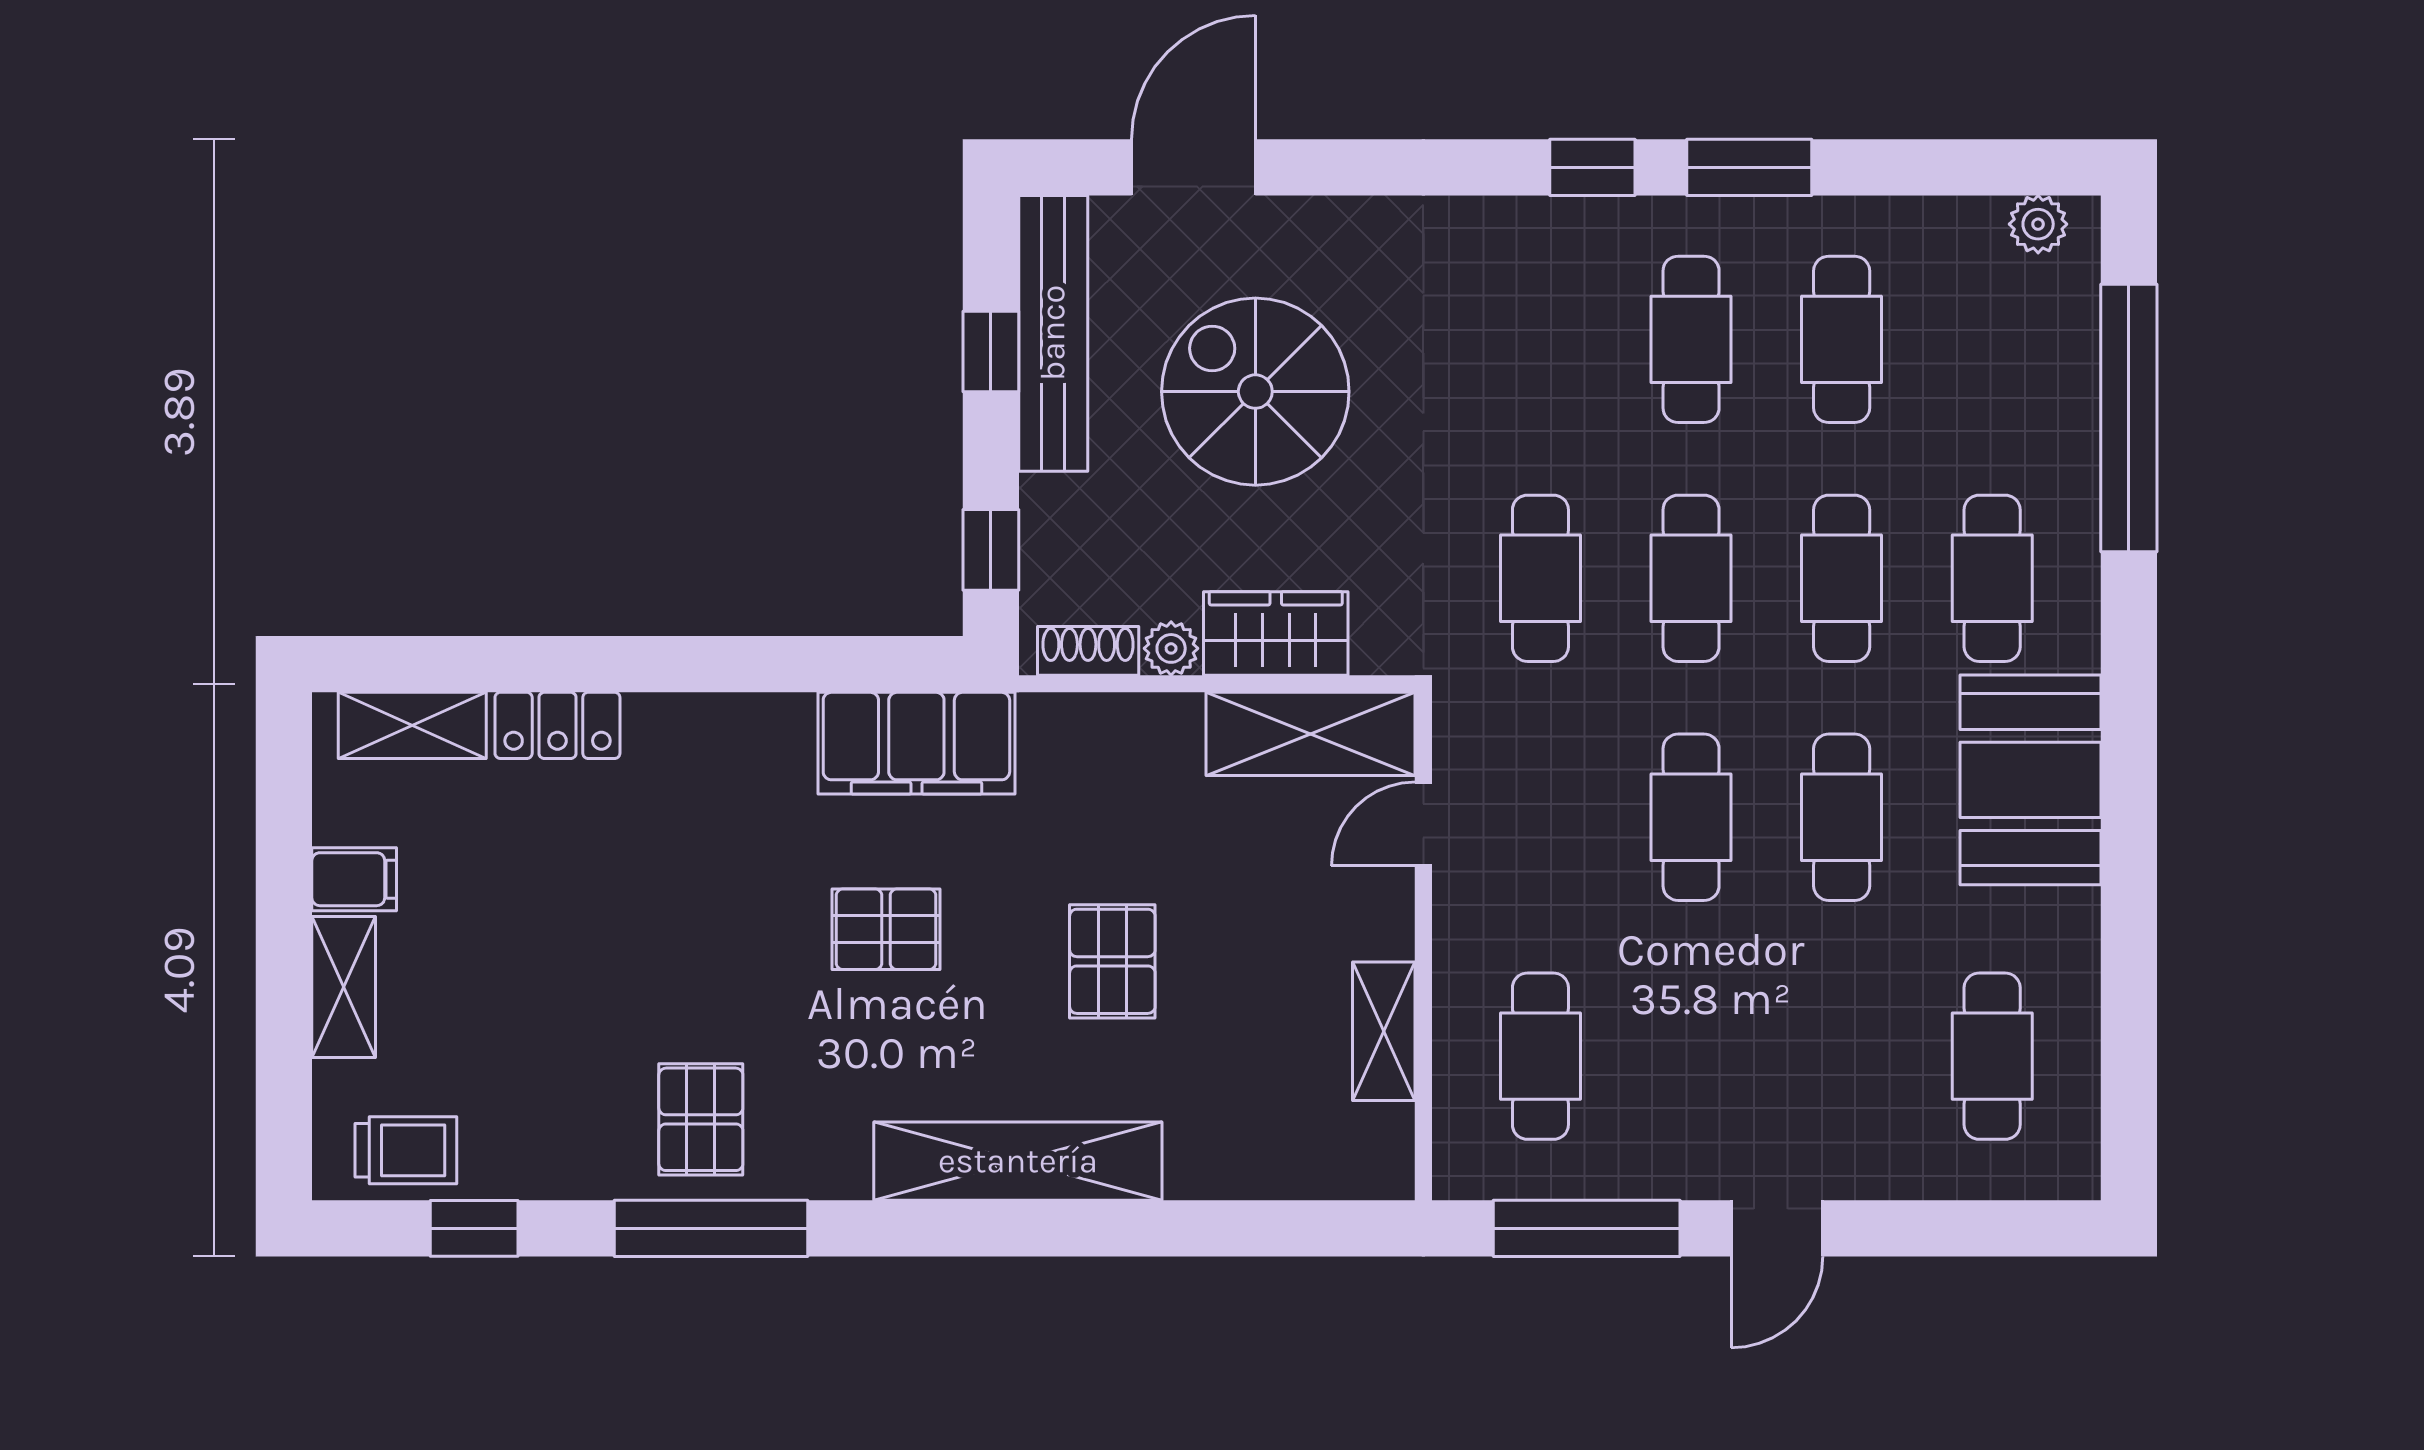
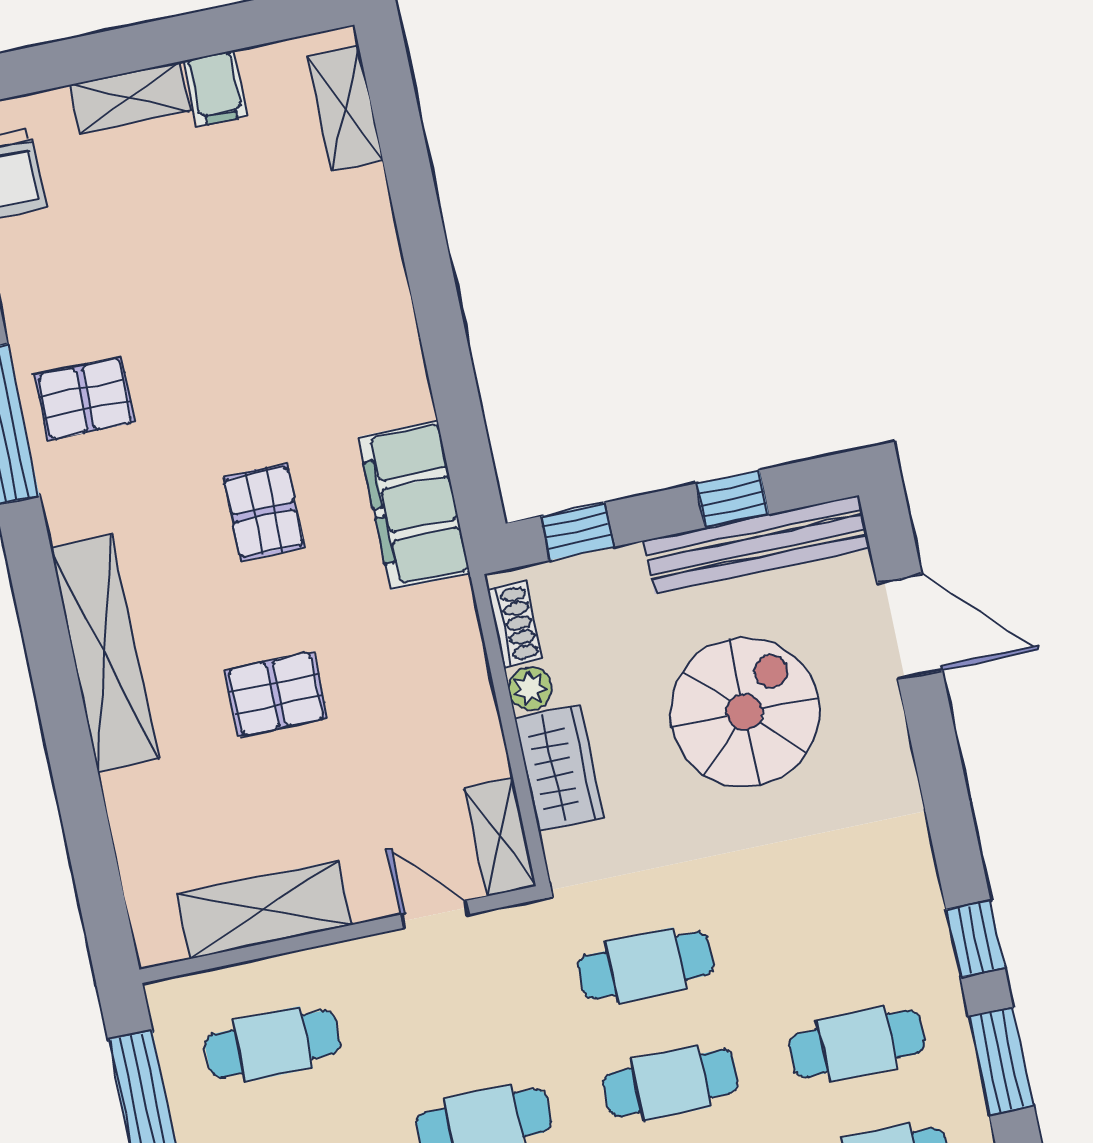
locker: (557, 725) -> (369, 222), removed
shelving: (1311, 734) -> (500, 837), width x0.67, depth x0.75
shelving: (1384, 1031) -> (264, 910), width x1.50, depth x1.33

